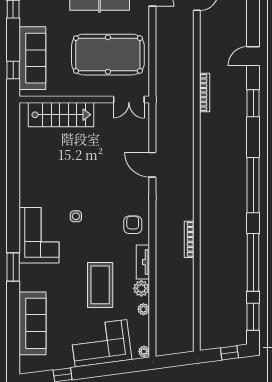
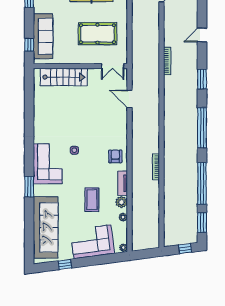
pool table: (108, 55) -> (97, 34), width x0.73, depth x0.76
window: (253, 103) -> (202, 79), moved
door: (152, 165) -> (129, 99), moved
coffee table: (100, 285) -> (92, 200), width x0.73, depth x0.76
sofa: (32, 323) -> (46, 227), width x1.36, depth x1.27

